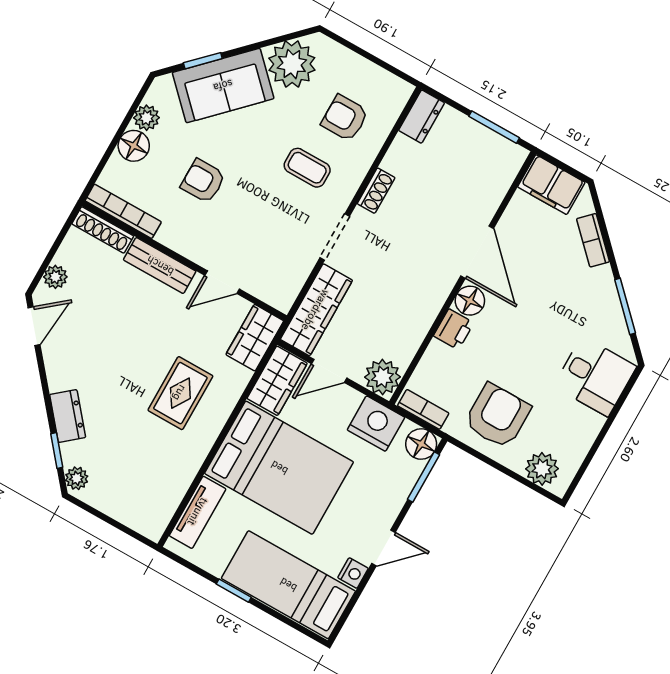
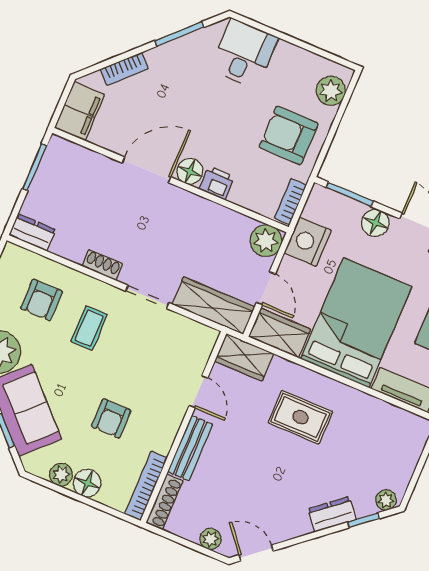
floor lamp: (421, 444) -> (375, 223), moved

